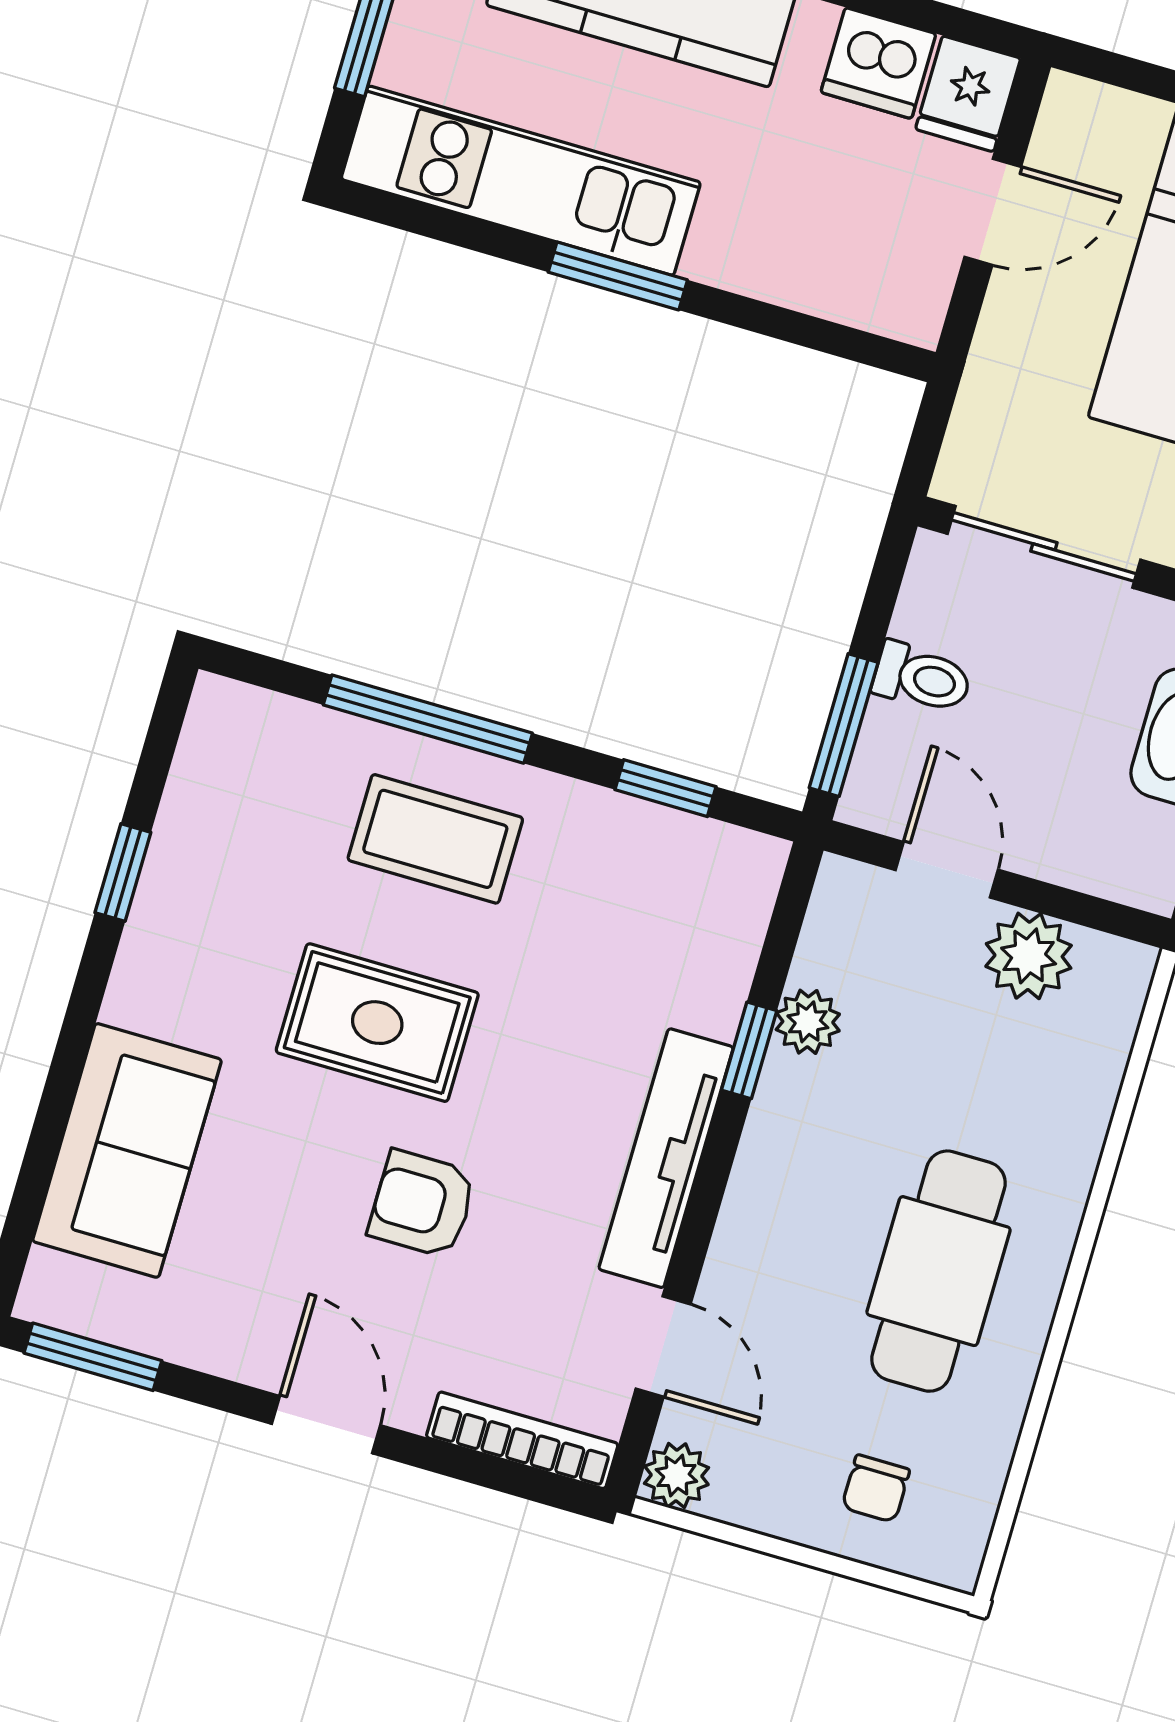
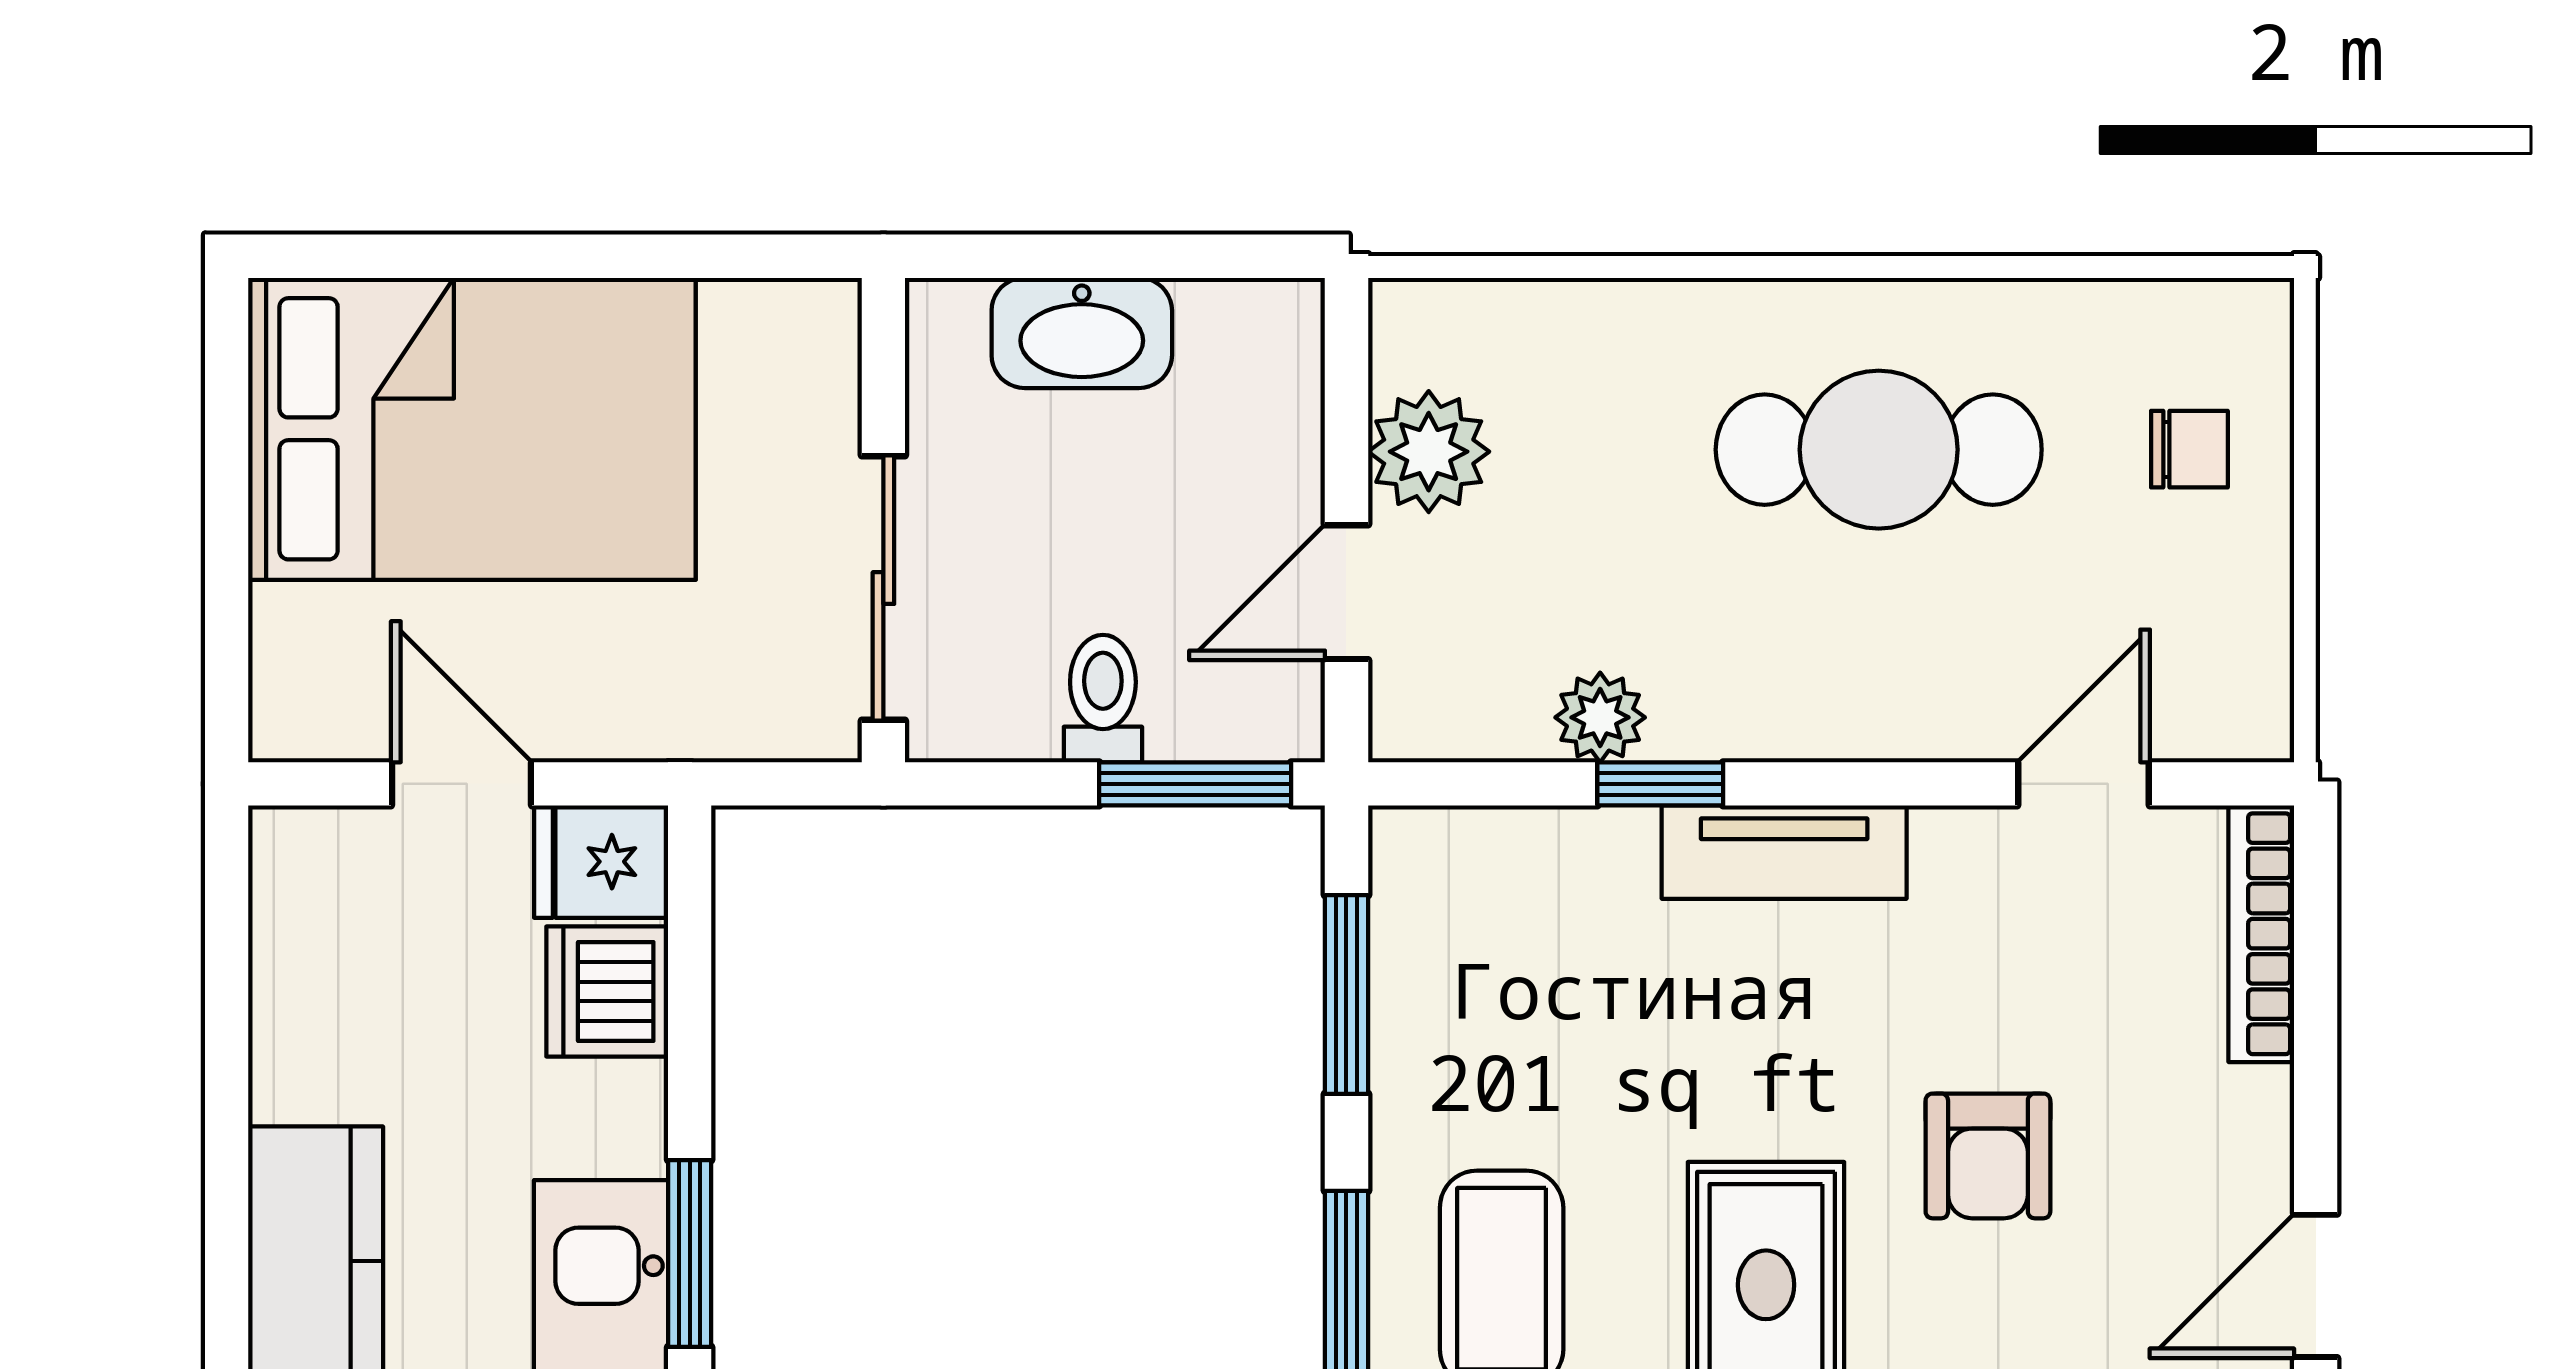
dishwasher: (878, 63) -> (607, 992), moved, turned 180
fridge: (968, 94) -> (601, 862), moved, turned 180
window: (665, 788) -> (1346, 995), width x1.50
tv unit: (666, 1158) -> (1784, 852), width x0.71
door: (326, 1425) -> (2316, 1286), moved
plant: (676, 1475) -> (2249, 717), removed

